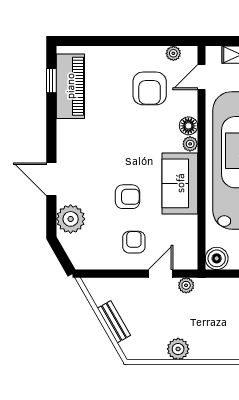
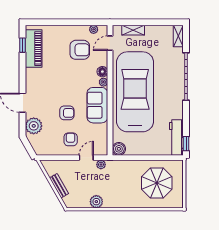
armchair: (150, 88) -> (80, 50), turned -90

